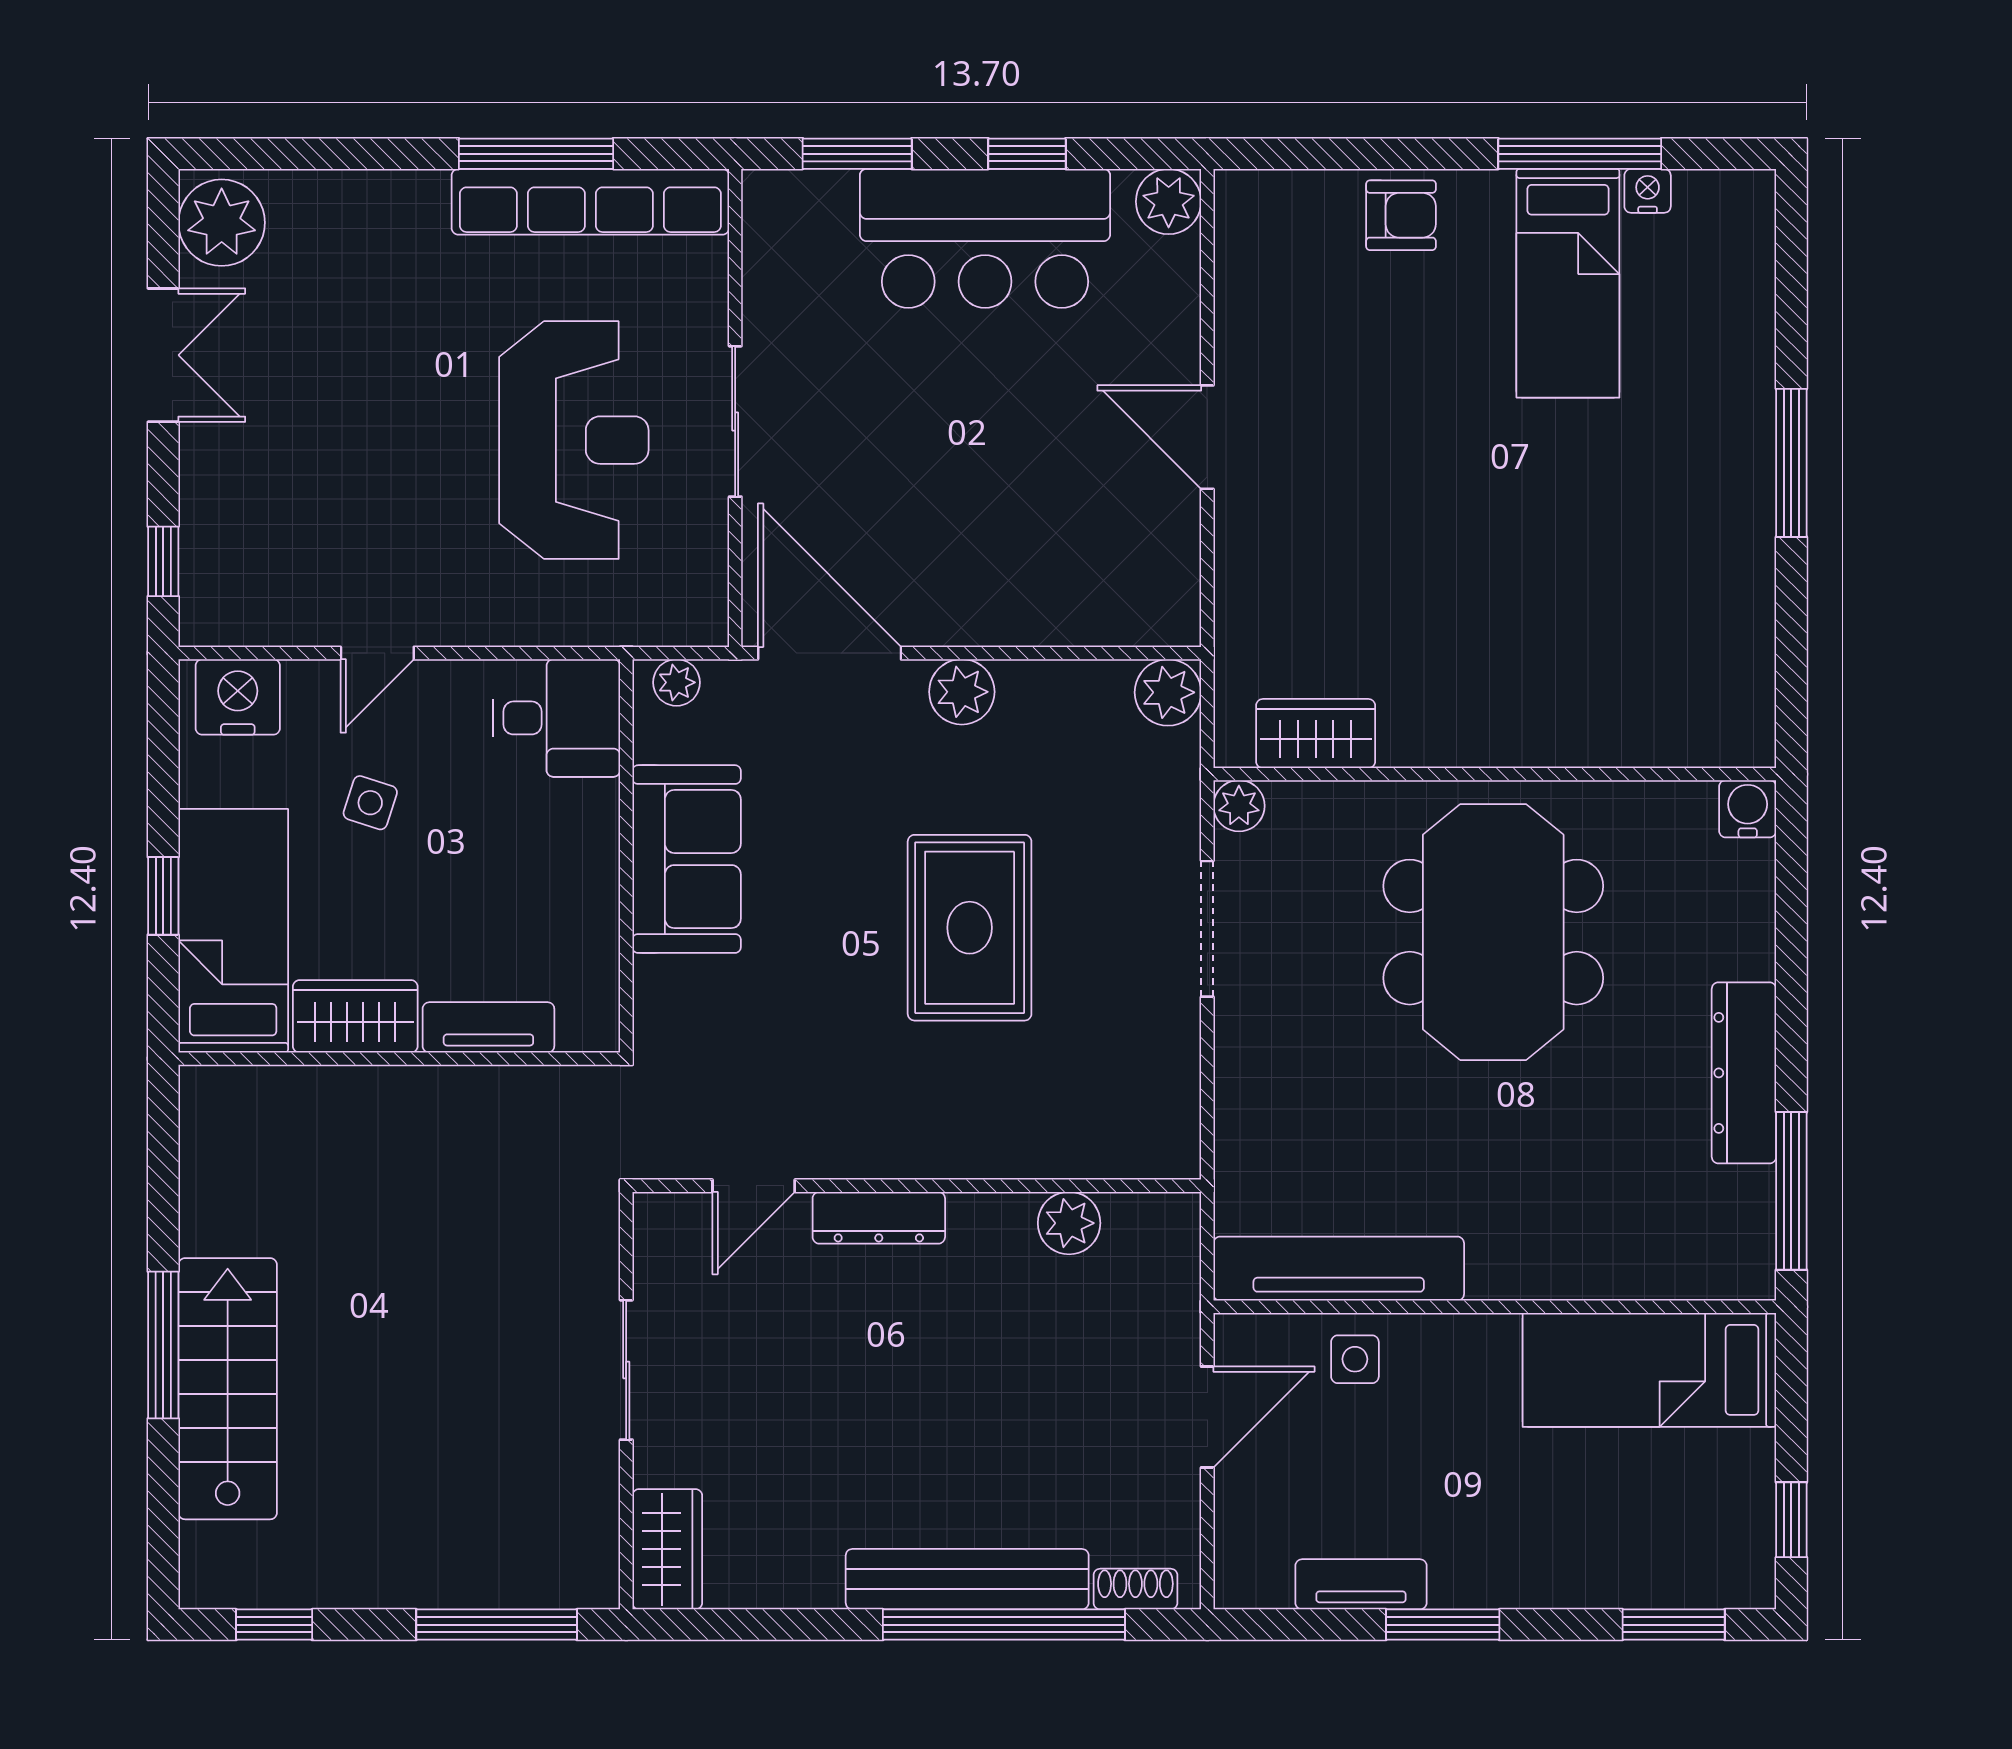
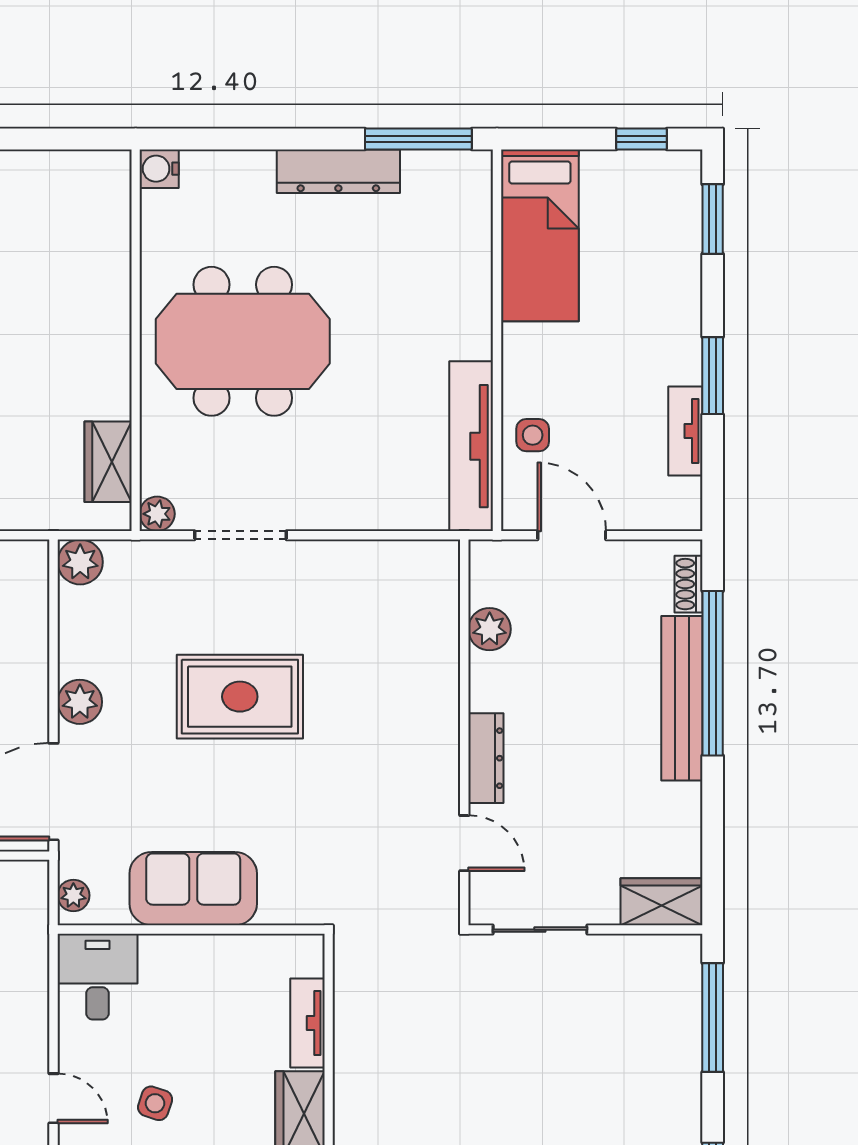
door: (754, 1186) -> (464, 843), moved
wall: (917, 1186) -> (464, 732), moved
dresser: (879, 1218) -> (486, 758), moved
plant: (1069, 1223) -> (490, 629), moved

